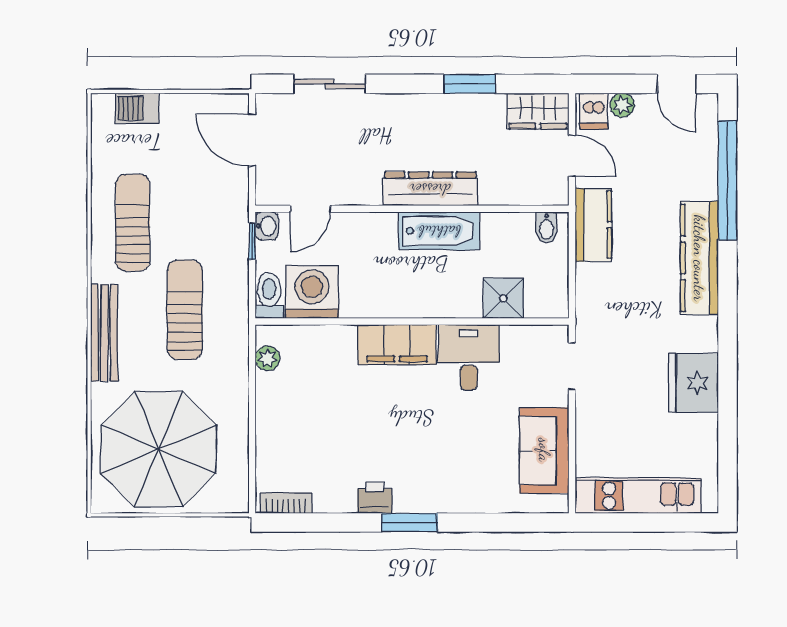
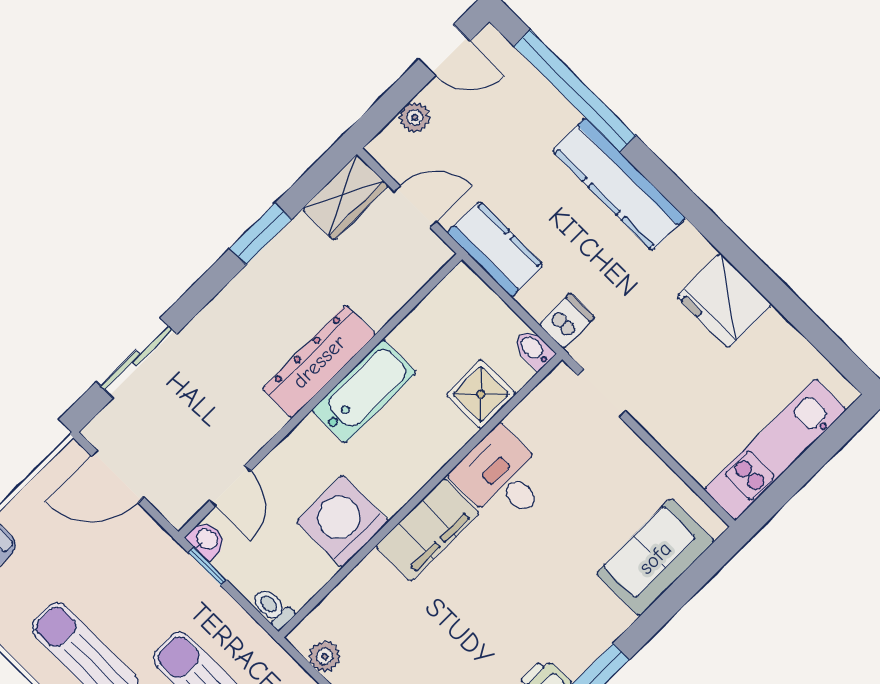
dishwasher: (594, 111) -> (567, 321), moved, turned -90
bidet: (547, 227) -> (534, 349), moved, turned 180
washing machine: (312, 292) -> (343, 521), moved
toilet: (269, 295) -> (273, 608), width x0.73, depth x0.72
sofa: (544, 450) -> (655, 558), moved, turned 90

